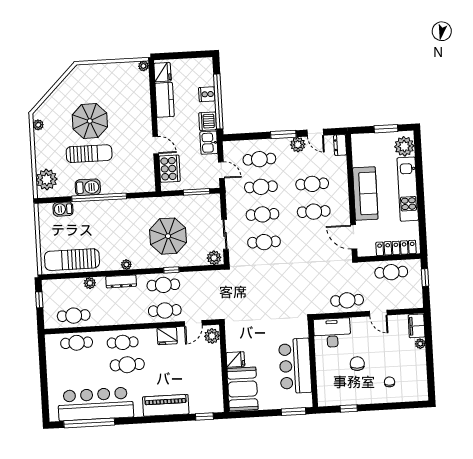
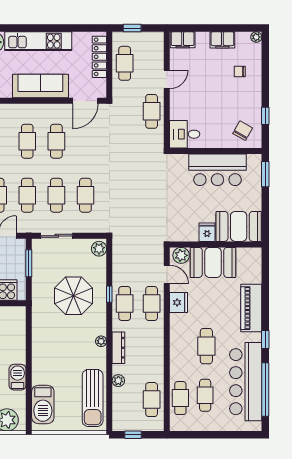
window: (99, 197) -> (29, 366), removed
barbecue: (63, 209) -> (43, 404), width x1.88, depth x1.53
sliding door: (225, 234) -> (57, 236), moved
desk: (332, 333) -> (185, 134), width x0.73
cafe table: (123, 342) -> (205, 395), moved
plant: (420, 344) -> (256, 37), moved
chair: (357, 364) -> (243, 131), moved, turned 119
filing cabinet: (419, 364) -> (222, 40), added
booth: (207, 367) -> (213, 262), added
window: (204, 416) -> (265, 339), moved

